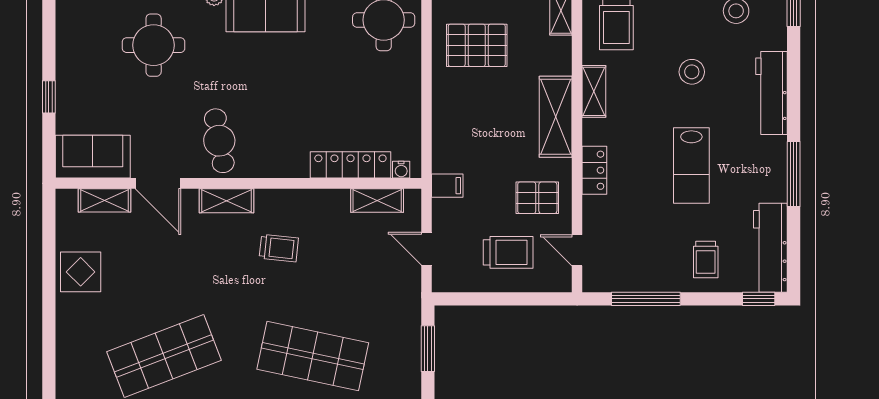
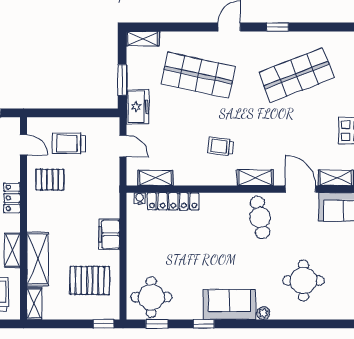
shelving: (556, 117) -> (38, 259), moved
filing cabinet: (447, 186) -> (109, 234), moved, width x2.00
freezer: (404, 308) -> (138, 107), added

